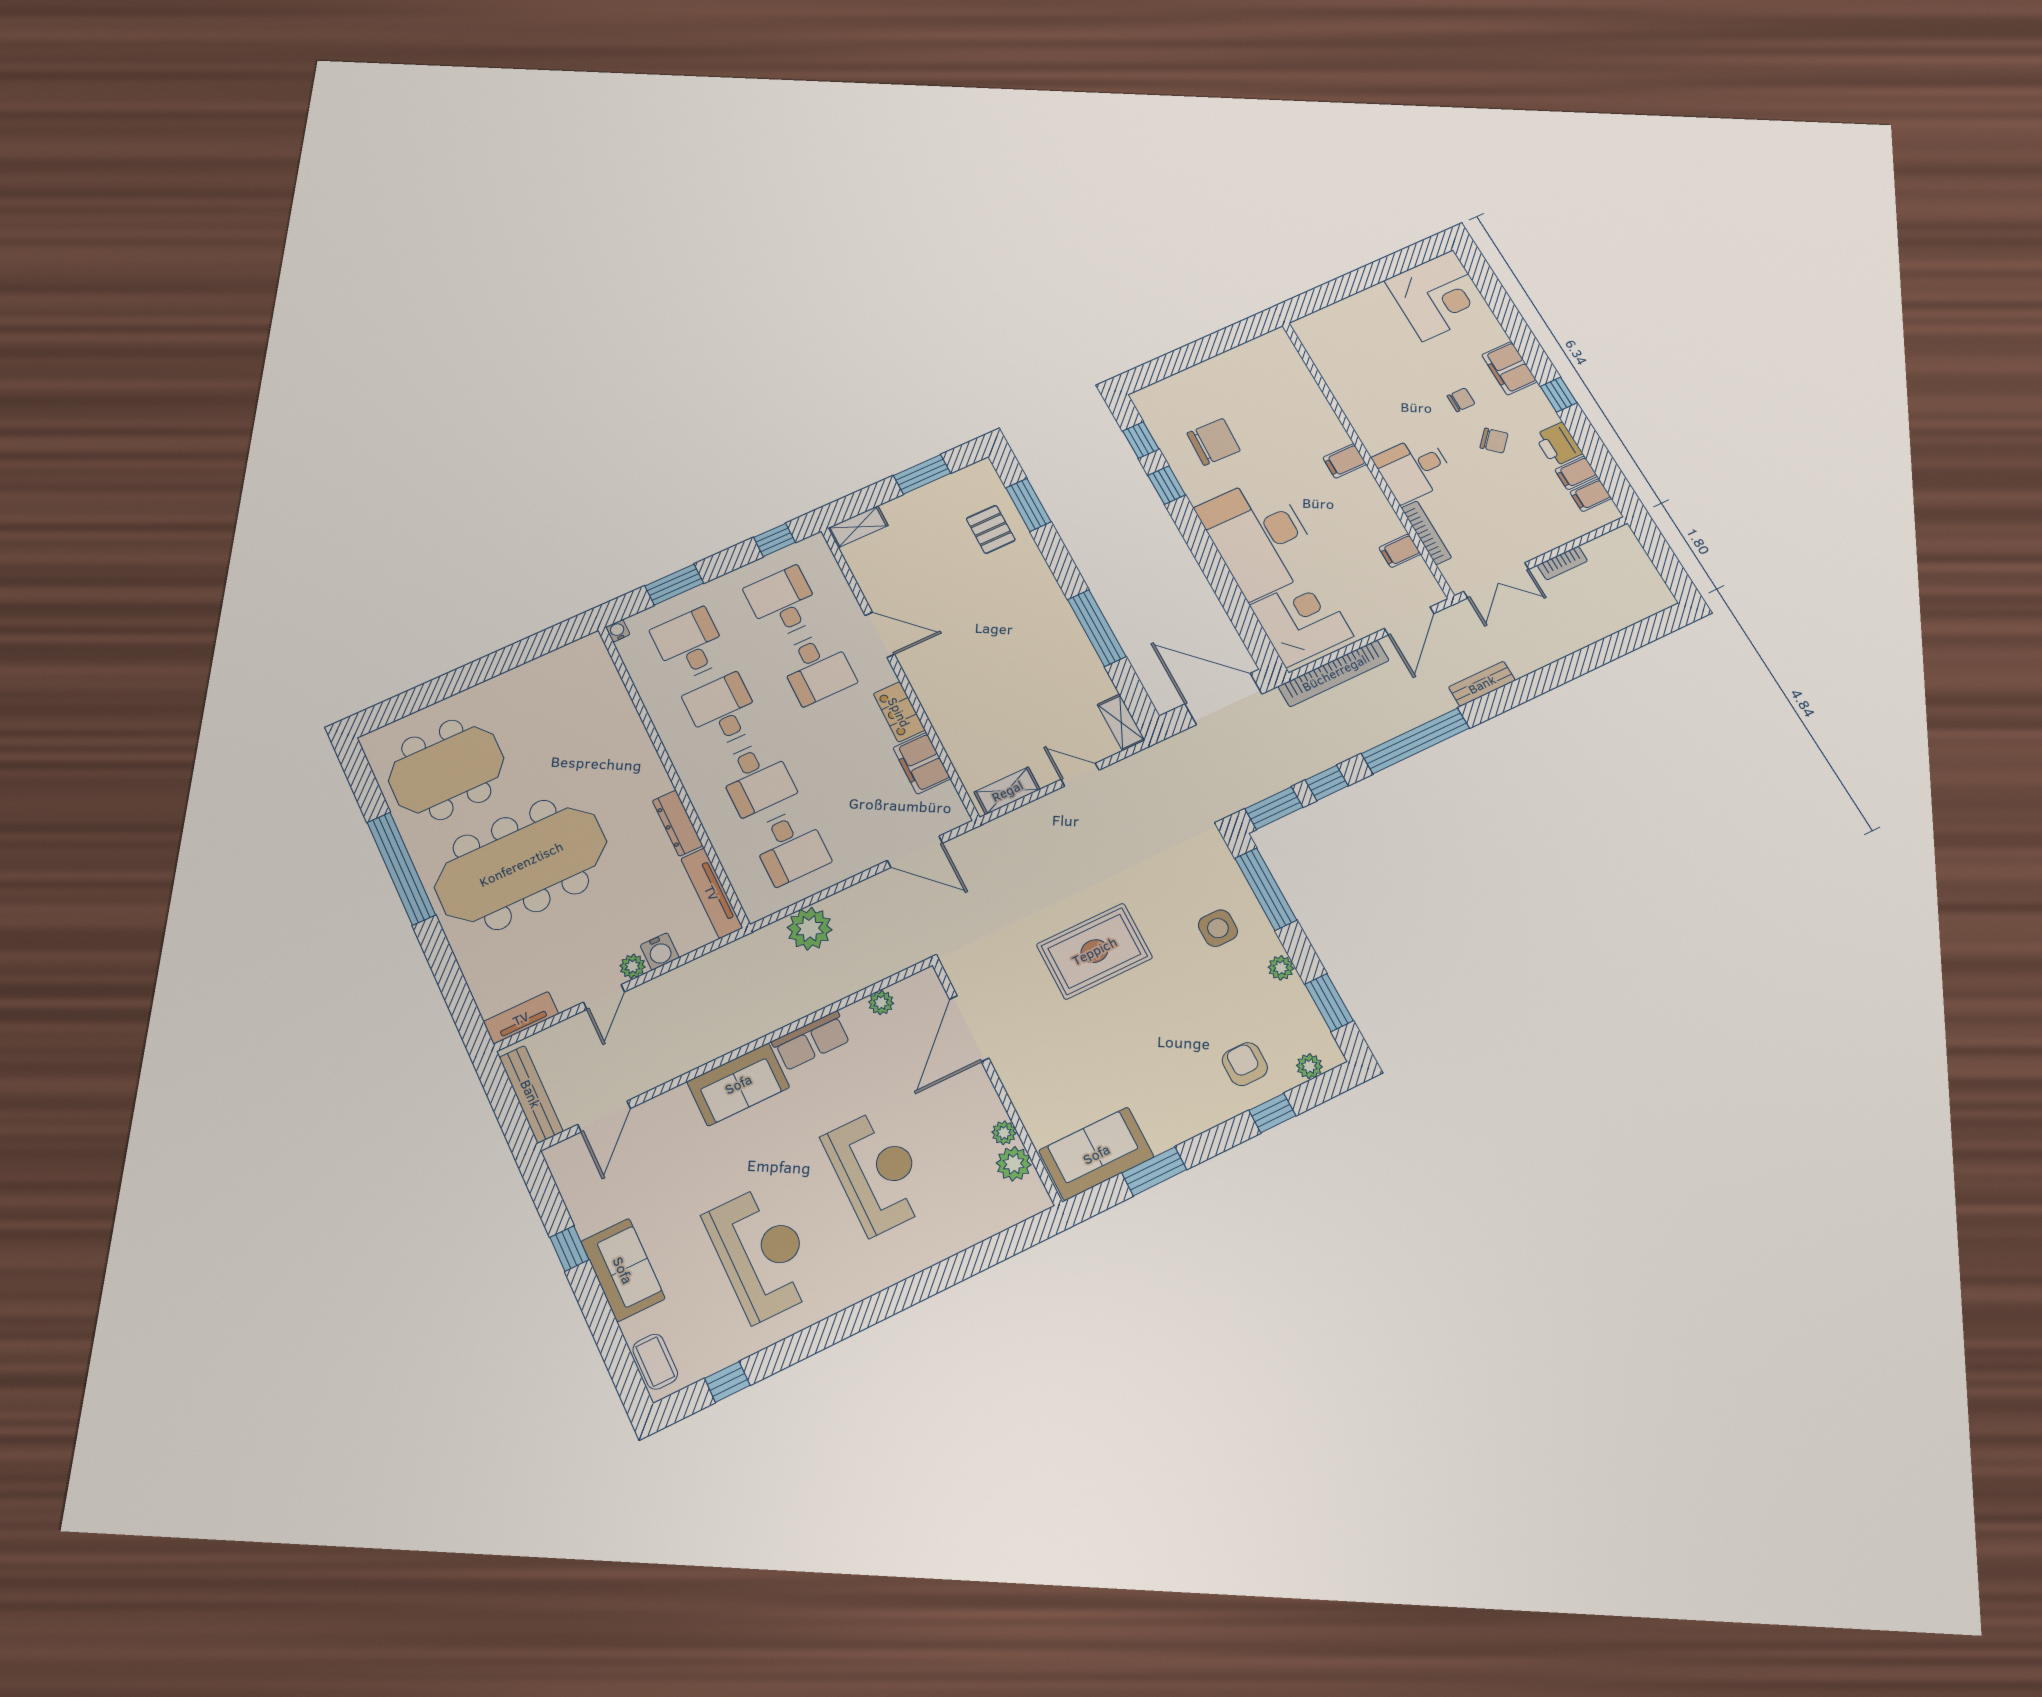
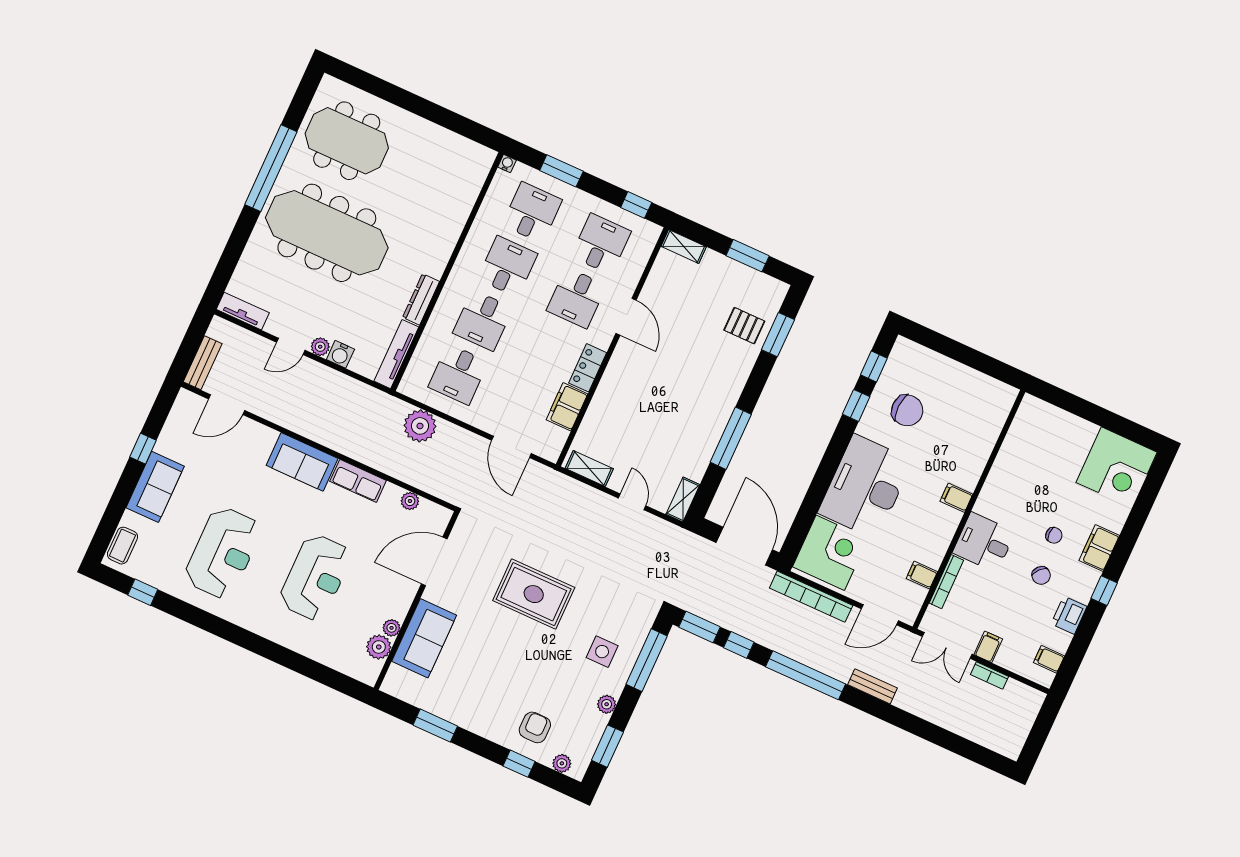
filing cabinet: (1576, 473) -> (988, 647), moved, turned 90
pallet: (991, 529) -> (744, 326), turned 90
bench: (531, 1094) -> (203, 363), width x0.73
sofa: (1096, 1154) -> (424, 638), moved, turned 90

